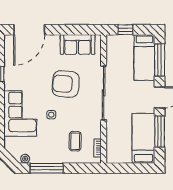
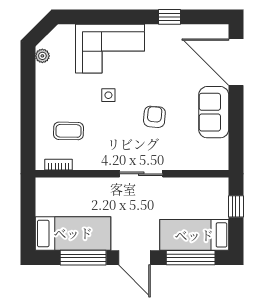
sofa: (78, 44) -> (214, 112), moved
armchair: (66, 84) -> (154, 117), width x0.53, depth x0.53
sliding door: (104, 93) -> (141, 174), width x0.54
window: (47, 168) -> (28, 88), removed

